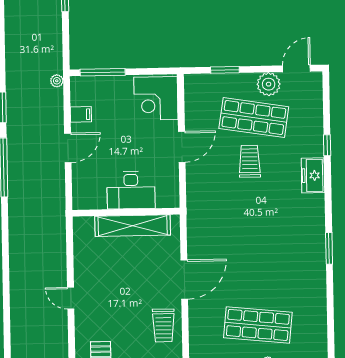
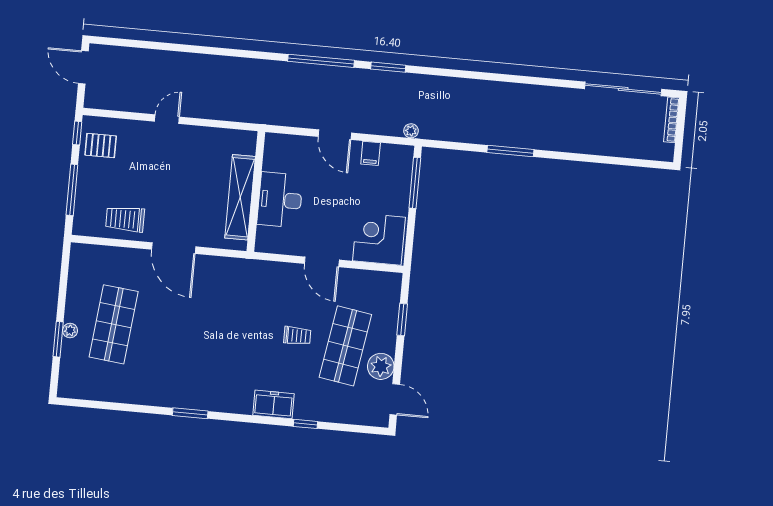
trolley: (250, 161) -> (297, 336), width x0.73, depth x0.72

